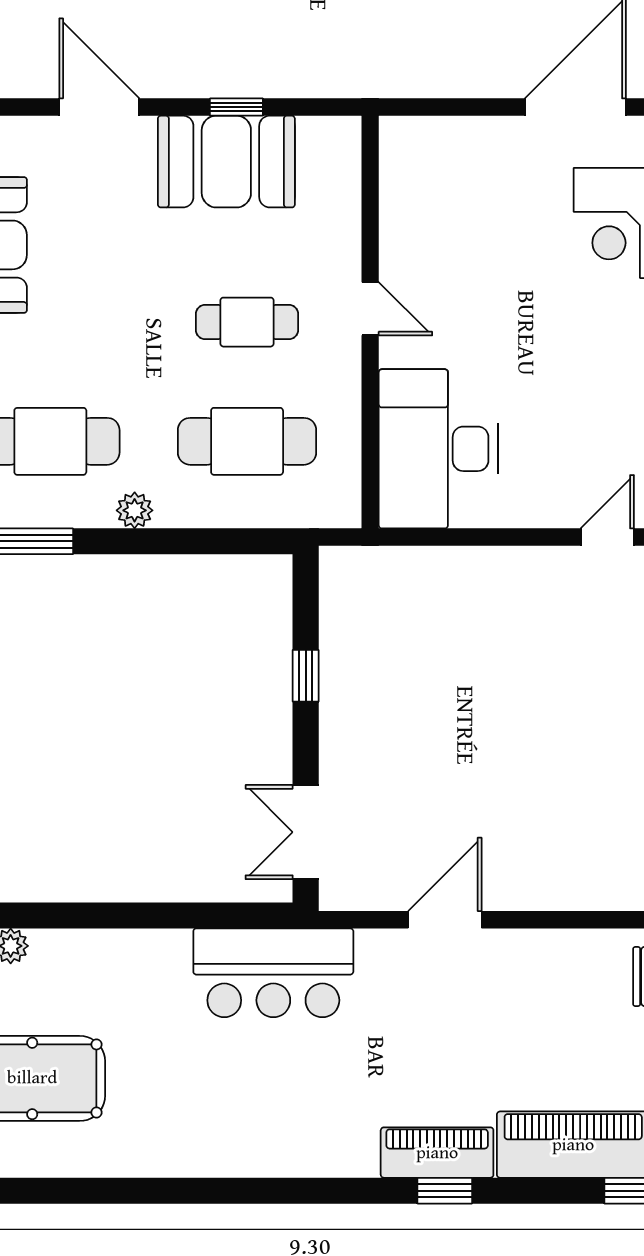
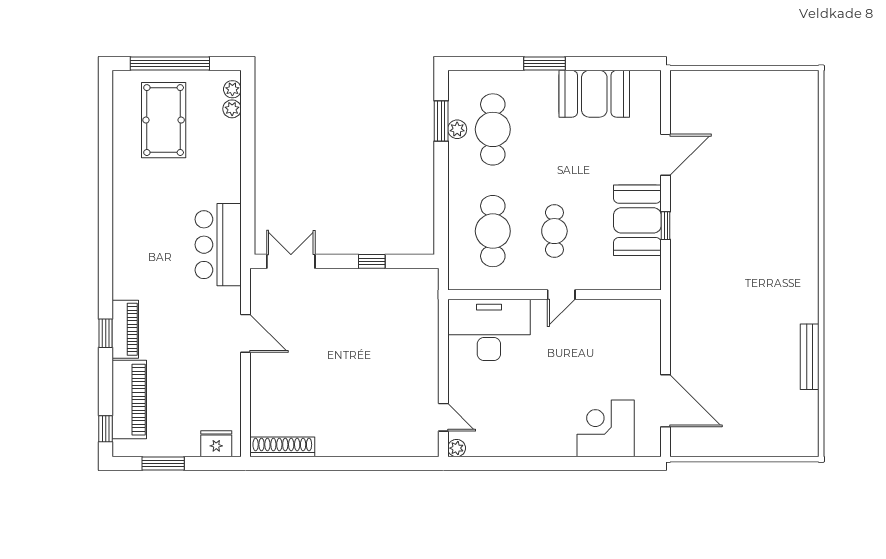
plant: (135, 510) -> (457, 129), moved

